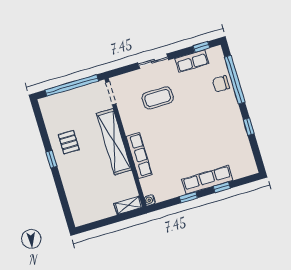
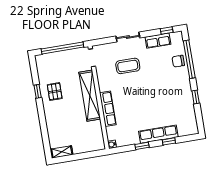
window: (51, 159) -> (38, 91), moved
shelving: (128, 205) -> (62, 152), moved

